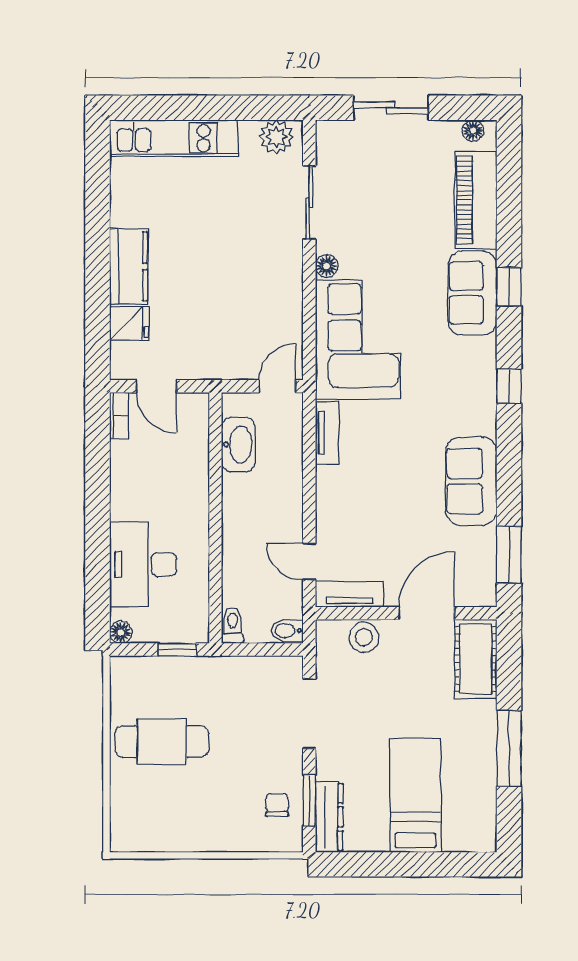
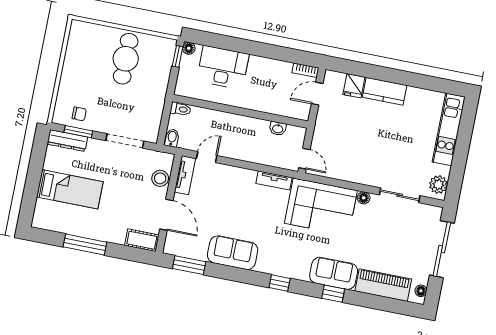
sliding door: (391, 108) -> (442, 249), width x1.37
washbasin: (238, 445) -> (278, 129), width x0.52, depth x0.69
window: (177, 650) -> (178, 56), moved
cot: (476, 659) -> (142, 240), width x0.73, depth x0.75

